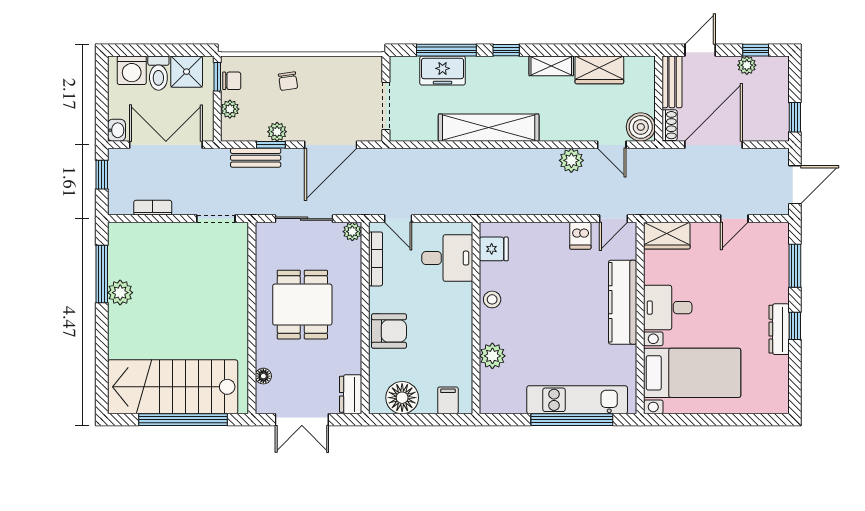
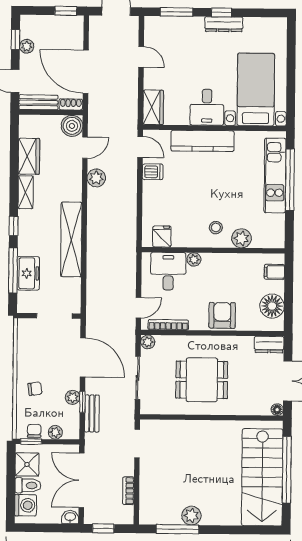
plant: (463, 292) -> (194, 259), added
stool: (492, 299) -> (216, 228), moved
floor lamp: (263, 376) -> (277, 410), moved

